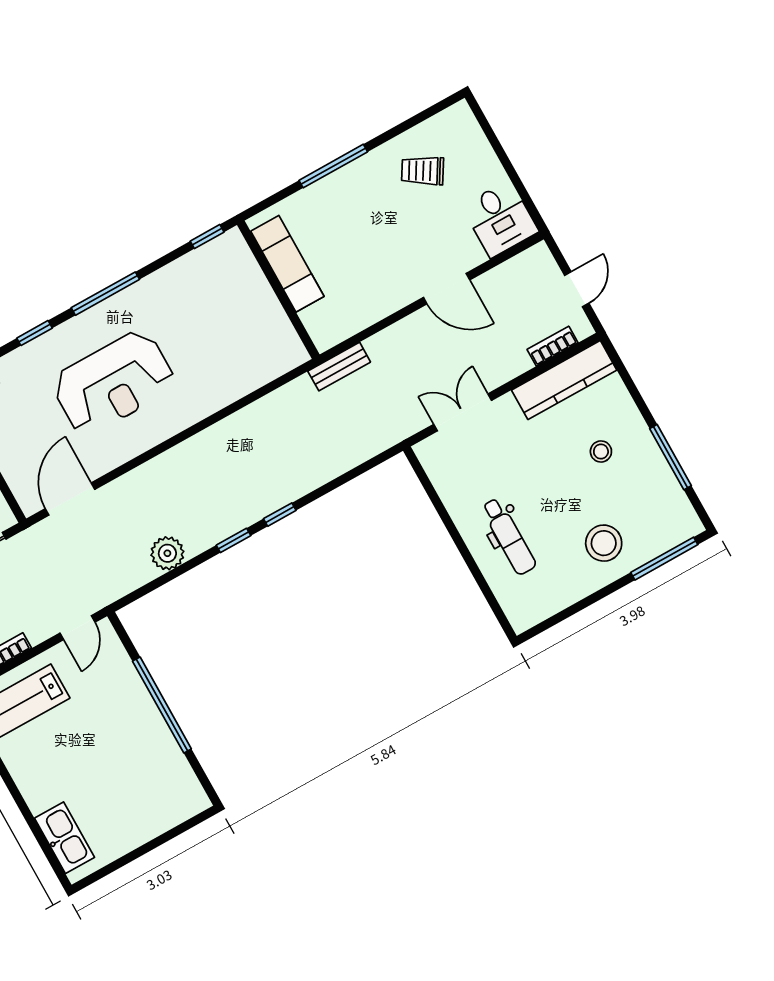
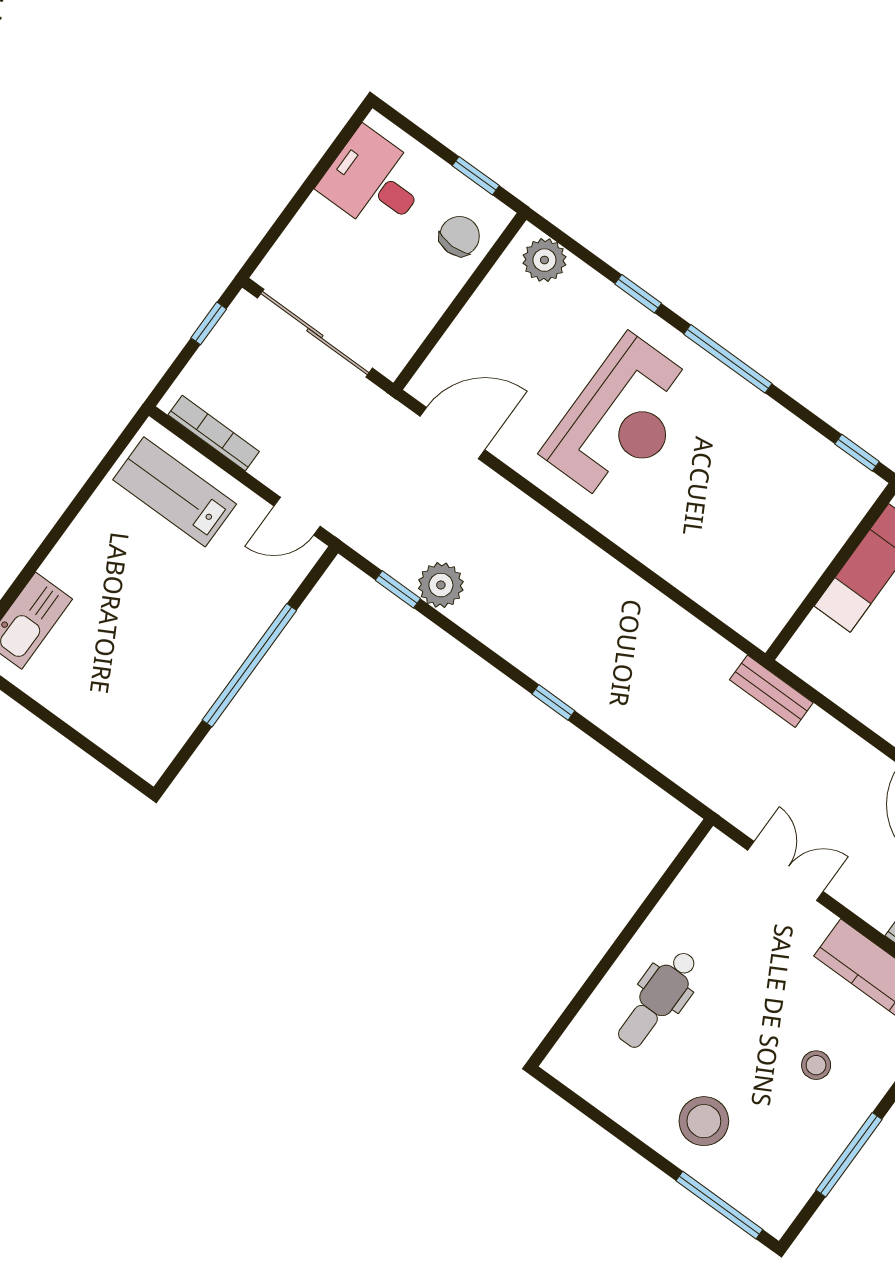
reception desk: (113, 383) -> (622, 420), turned -90
window: (233, 540) -> (398, 589), moved

